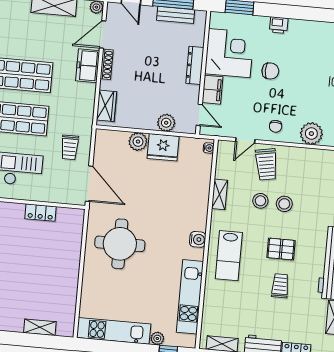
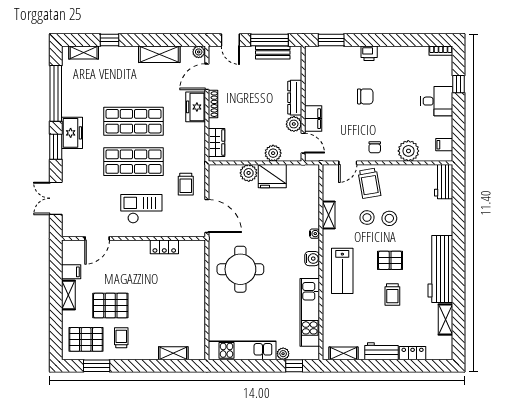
corner desk: (229, 53) -> (326, 83), removed
plant: (191, 94) -> (294, 124), added
water cooler: (209, 148) -> (315, 234), moved
trolley: (280, 286) -> (392, 295), turned 180

